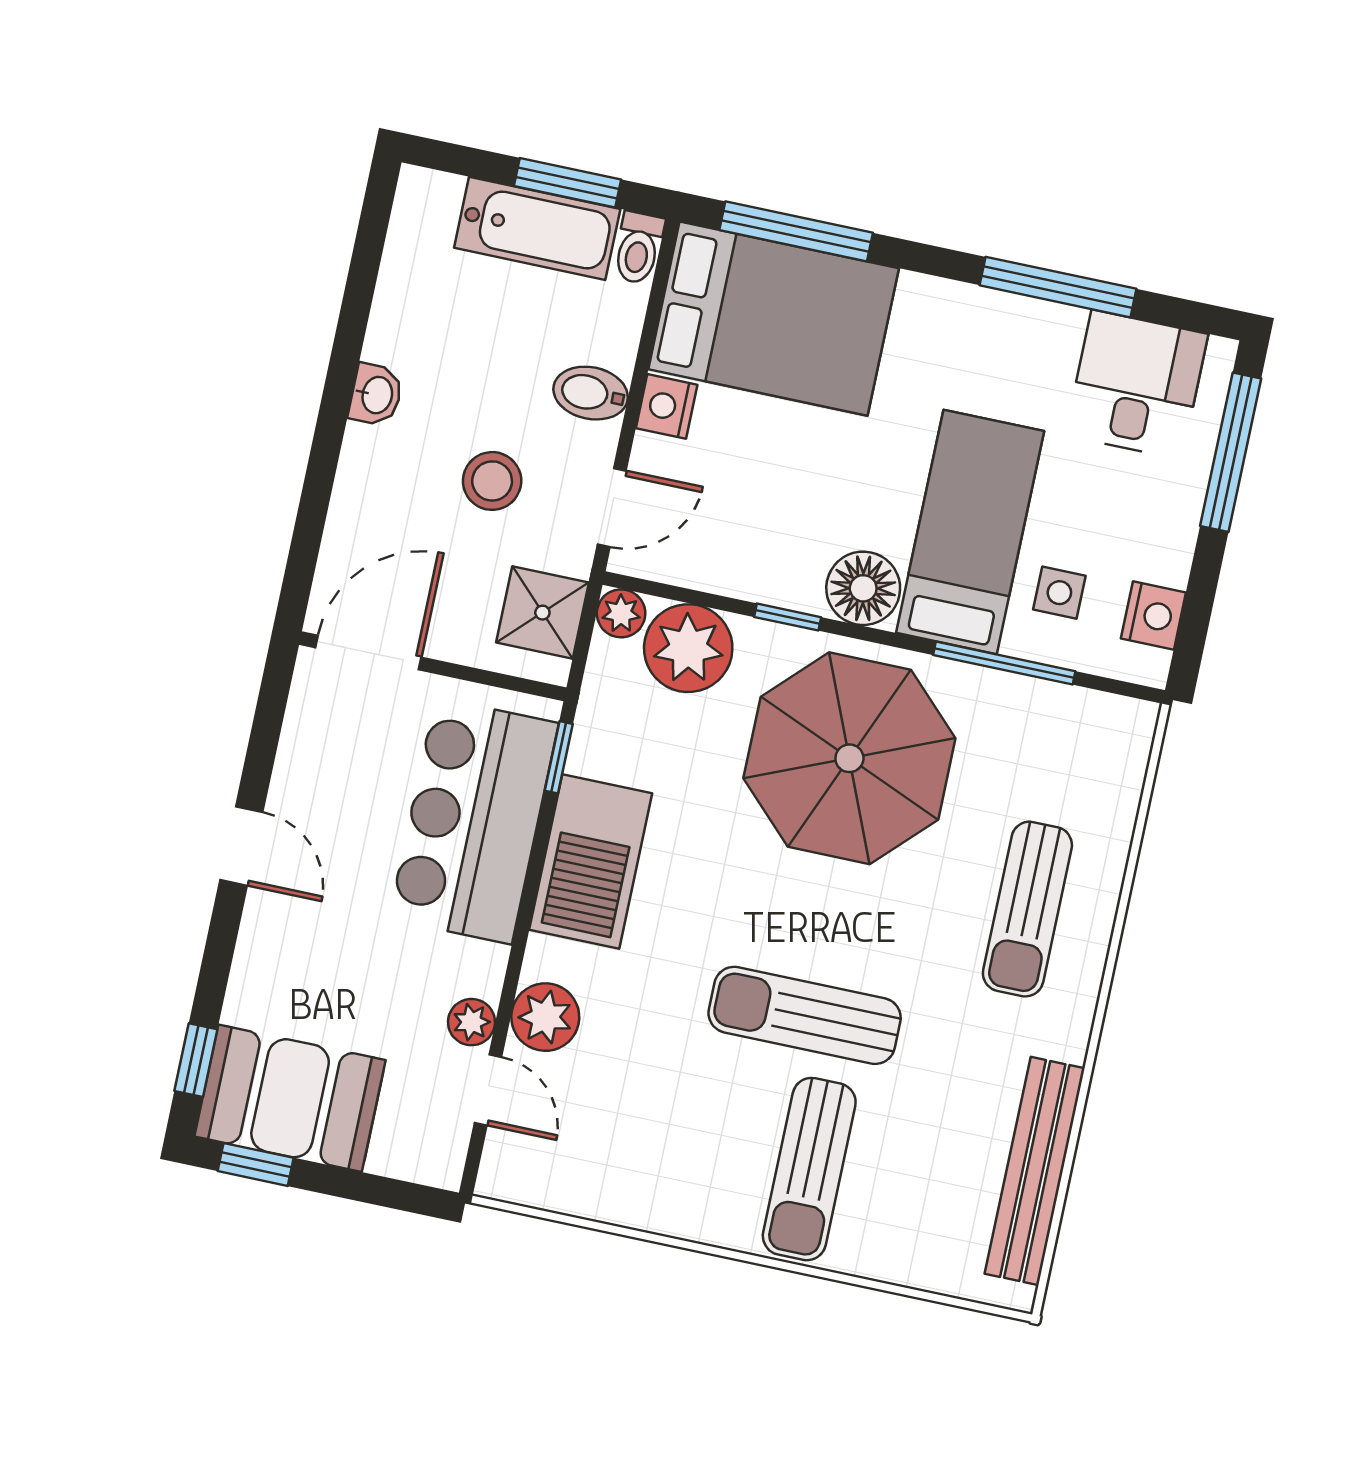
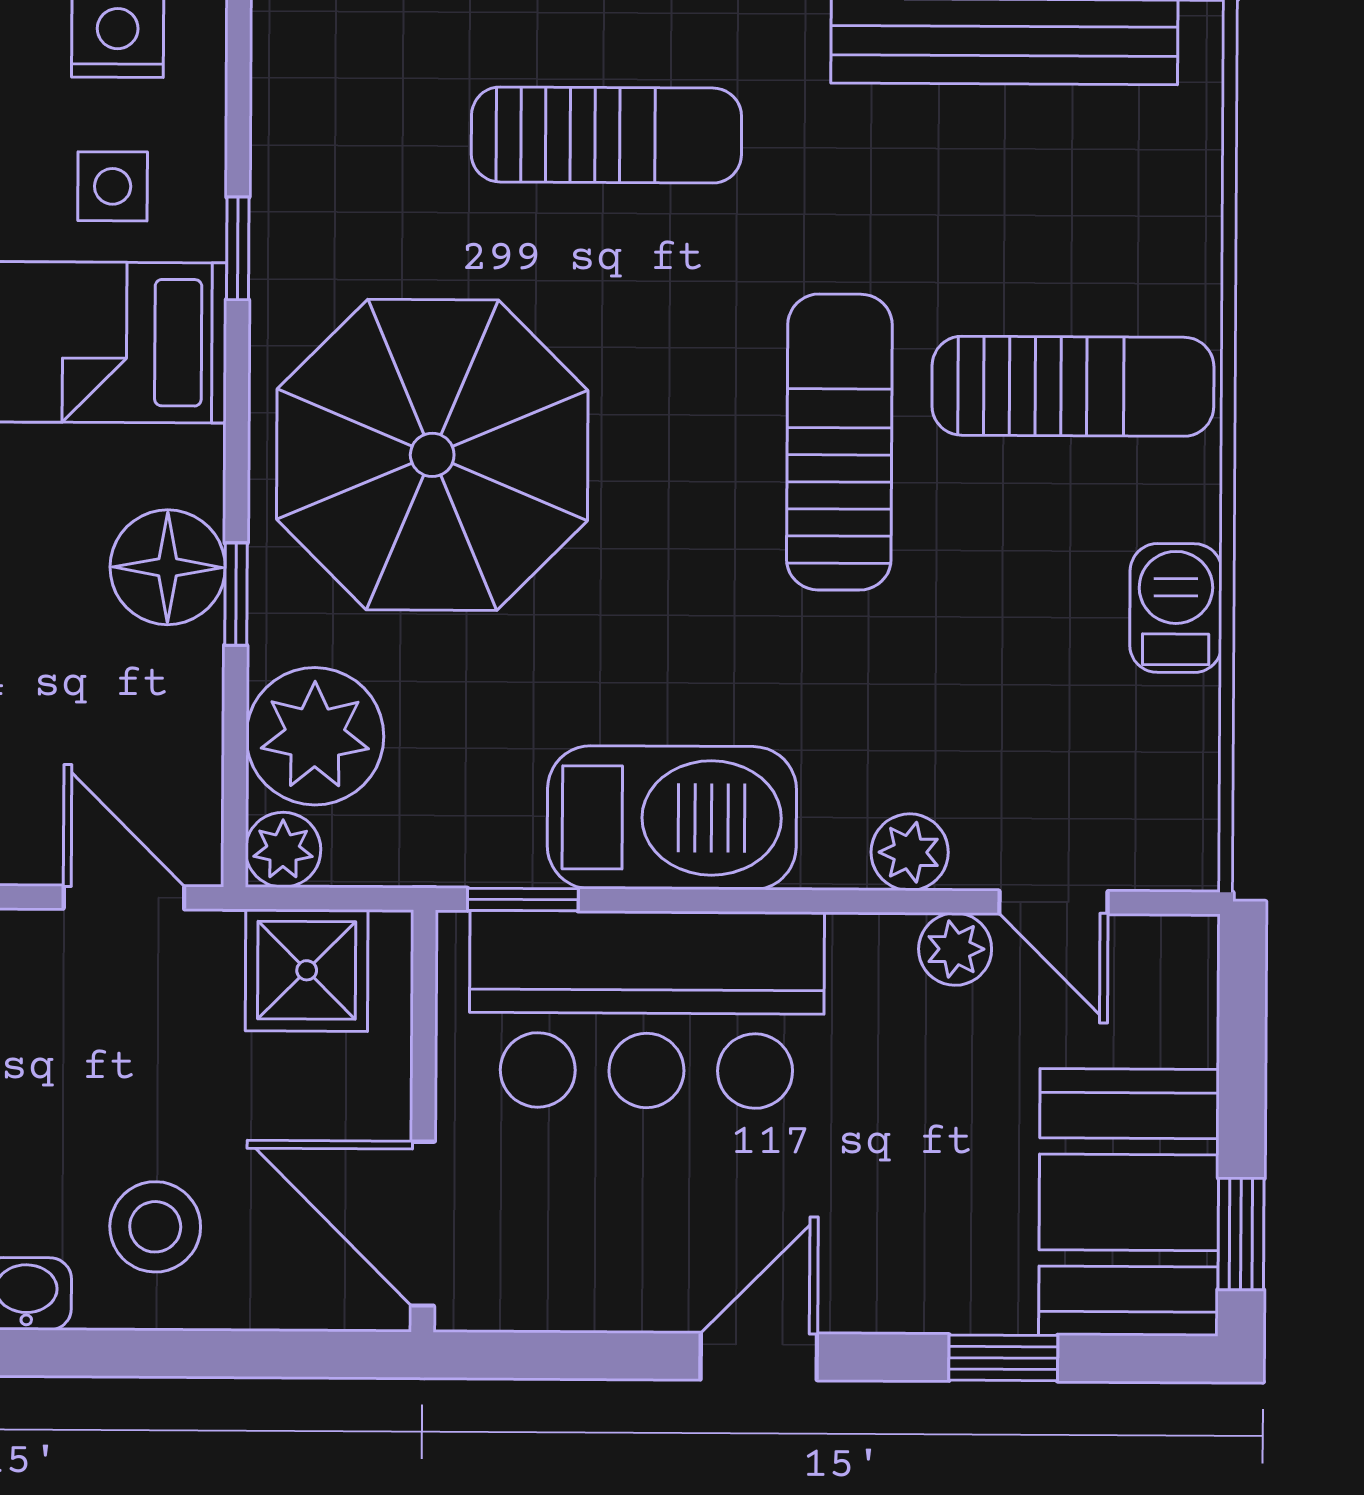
stool: (492, 481) -> (155, 1227), moved
floor lamp: (863, 588) -> (168, 567), moved
window: (1004, 663) -> (238, 248), width x0.46
sun lounger: (805, 1015) -> (839, 442), turned 180
plant: (545, 1017) -> (910, 852), width x0.73, depth x0.73
window: (196, 1060) -> (1003, 1358), moved
door: (488, 1090) -> (1053, 902), swing flipped
barbecue: (657, 1205) -> (1176, 608), added

